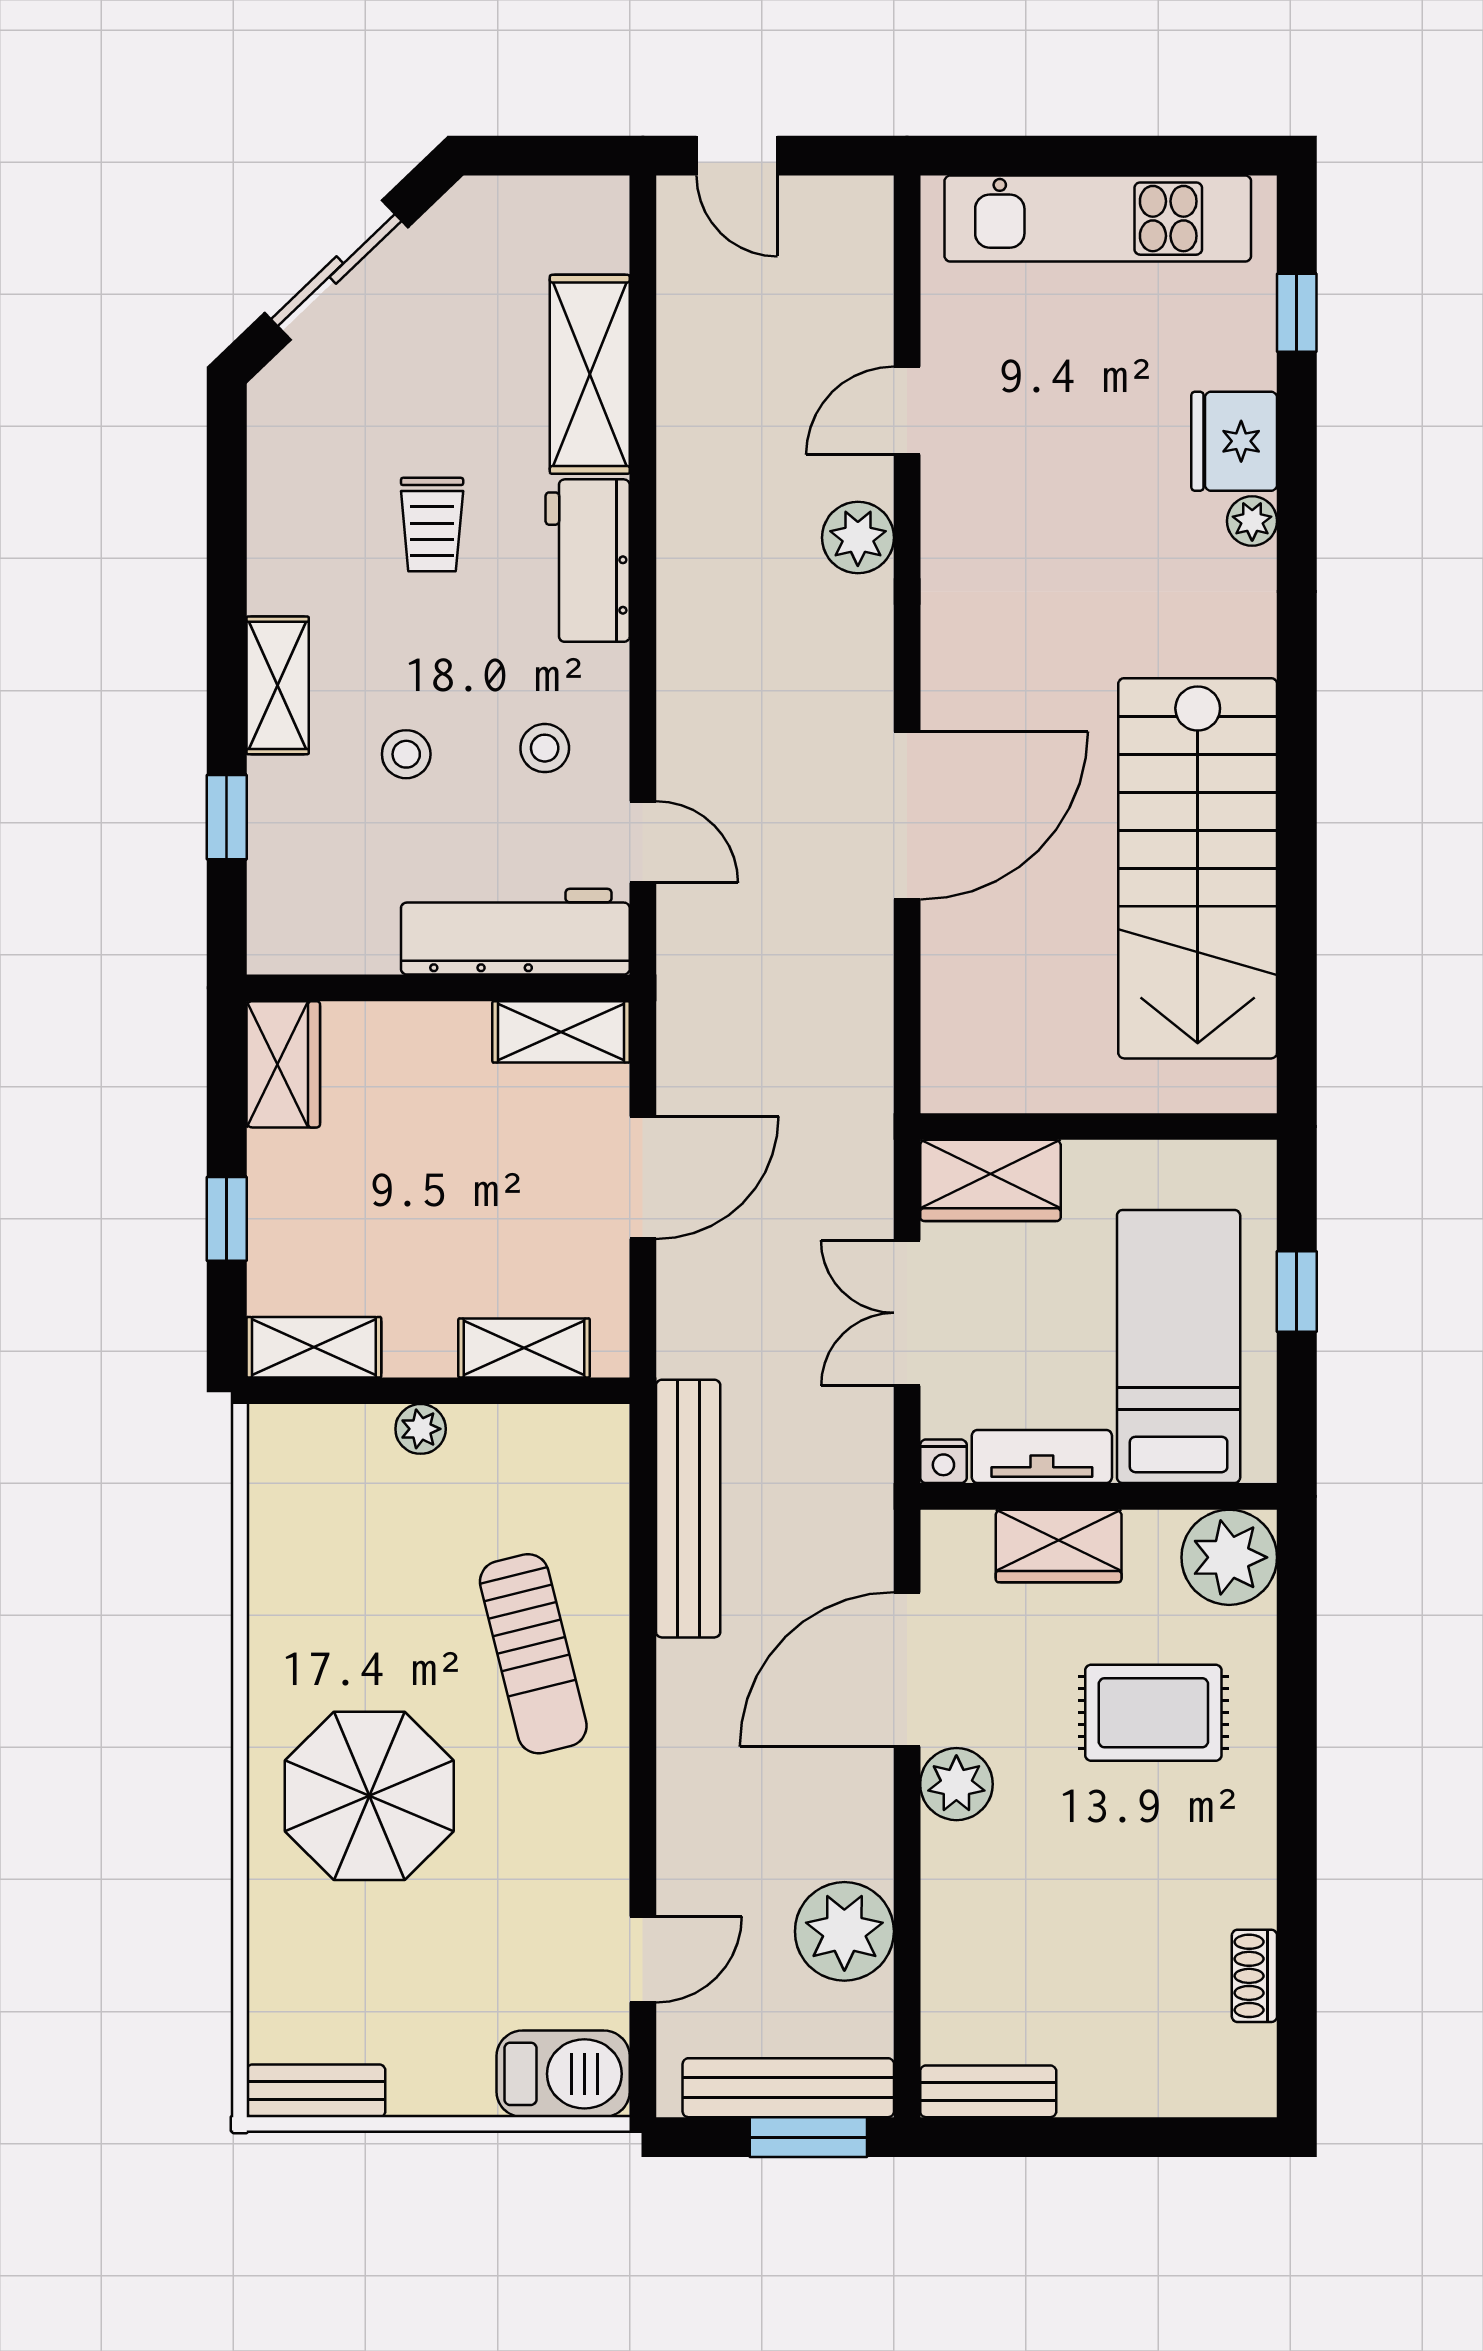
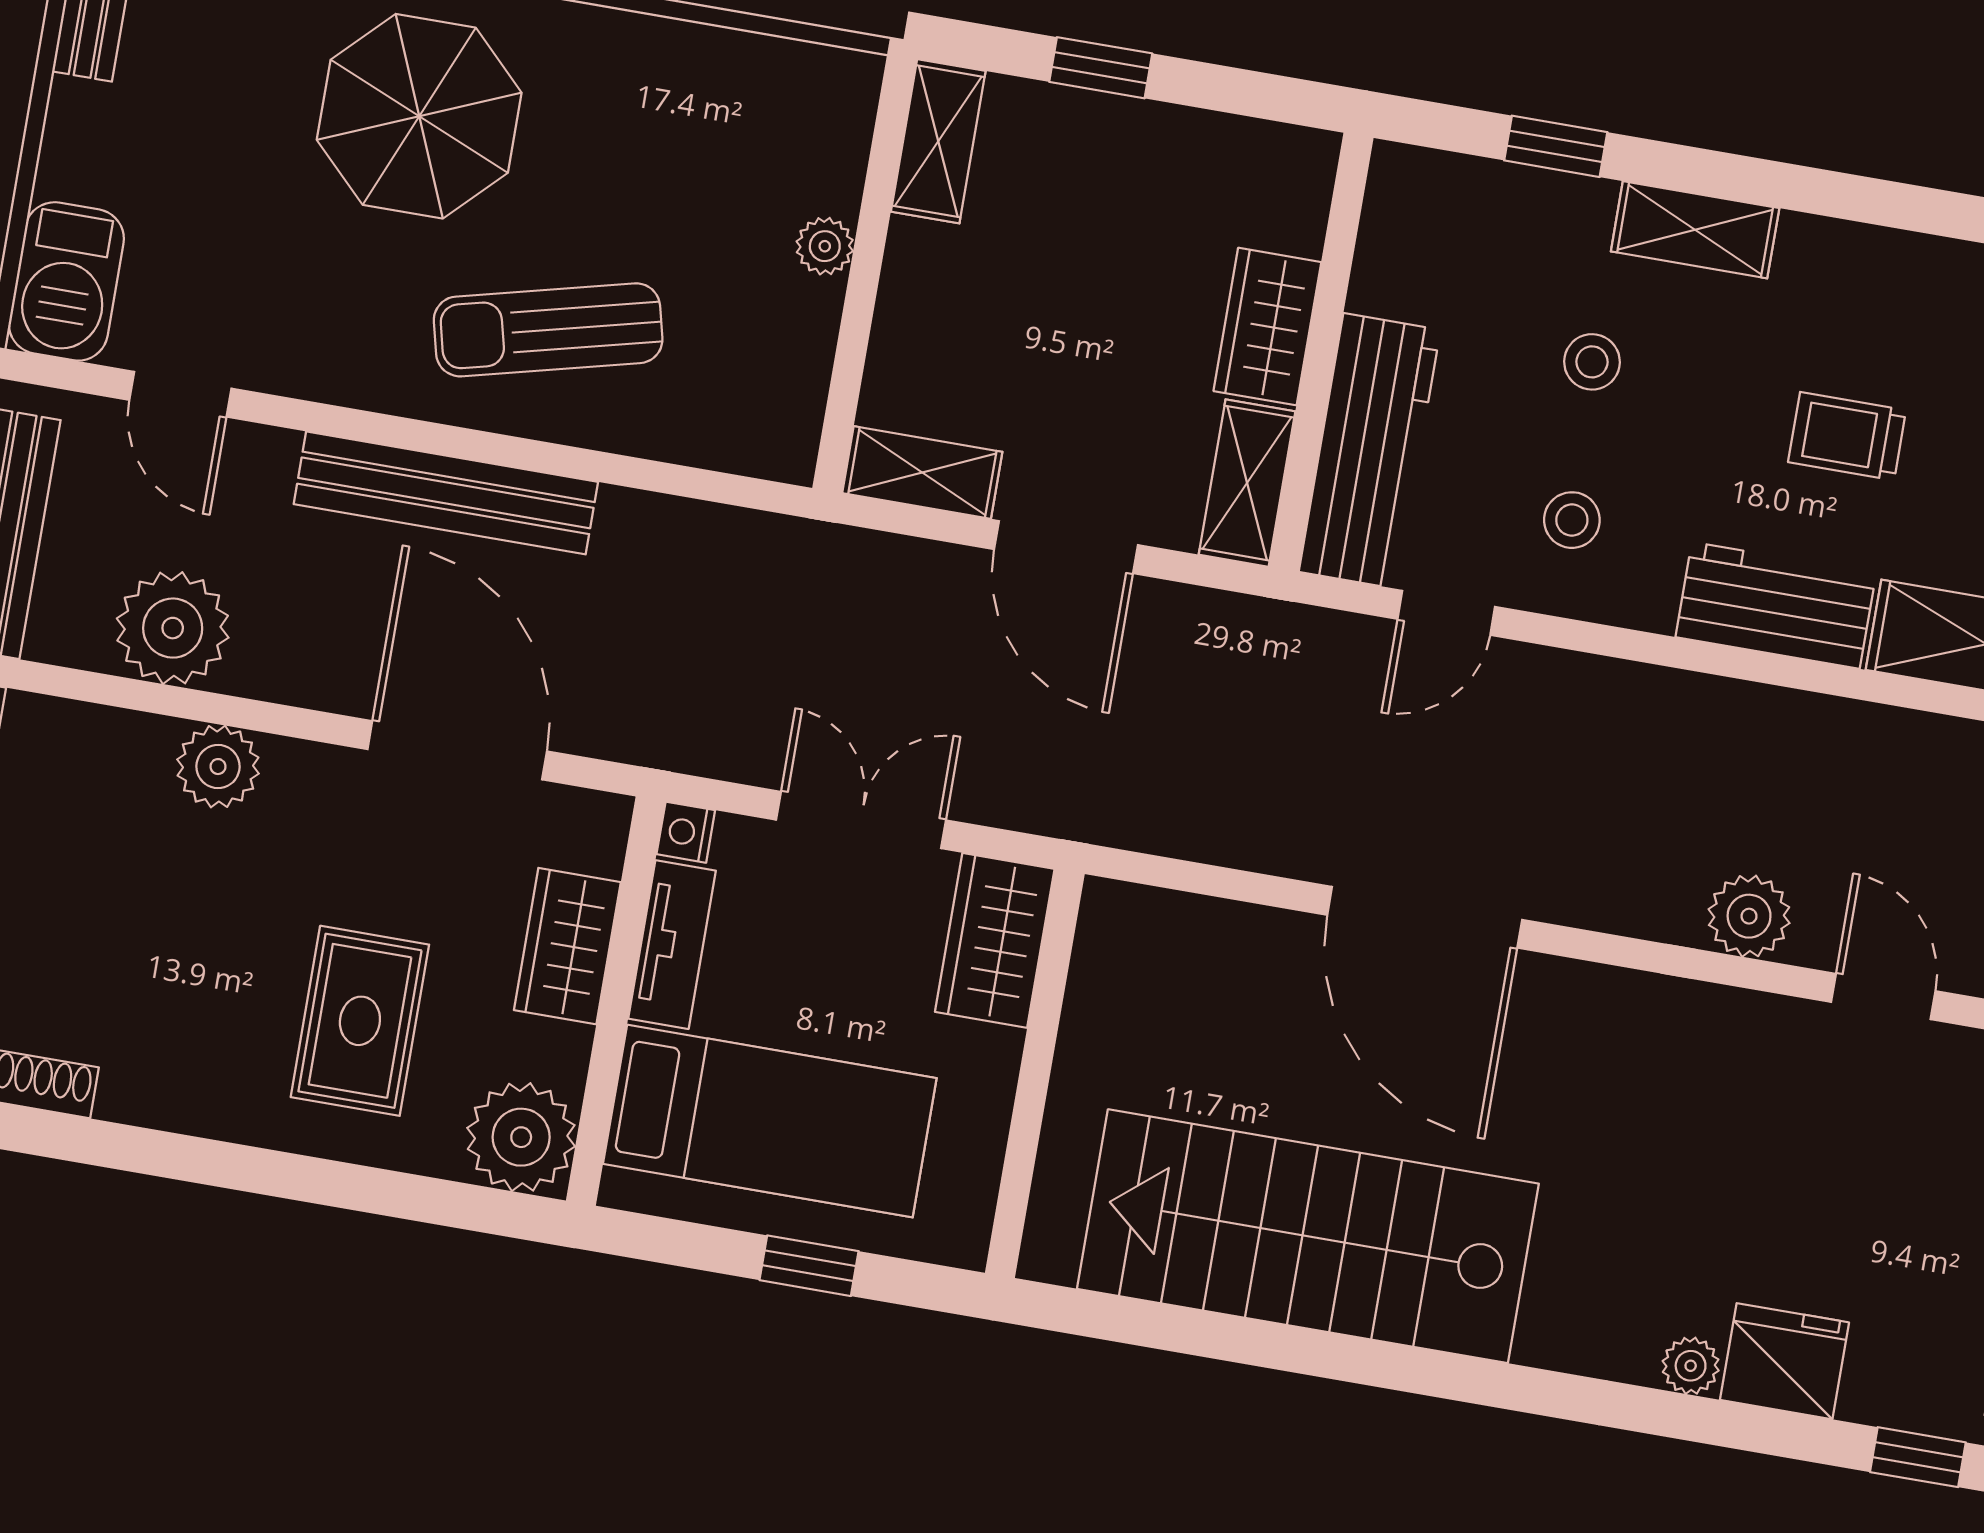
wardrobe: (283, 1064) -> (1267, 327), moved, turned 90
shelving: (524, 1348) -> (922, 472), moved, turned 90
bench: (688, 1509) -> (446, 493), moved
plant: (956, 1784) -> (218, 767), moved

